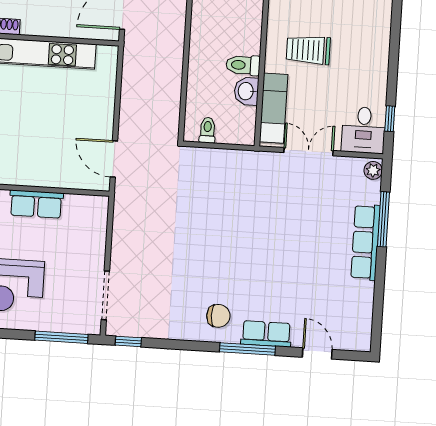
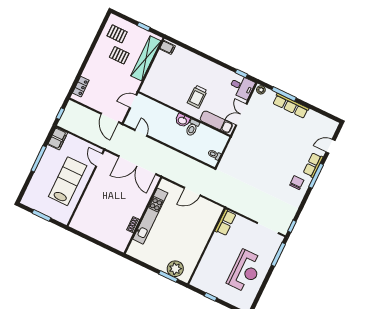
washbasin: (246, 91) -> (182, 120), moved
door: (114, 159) -> (192, 192), moved
row of seats: (36, 204) -> (225, 223), moved

